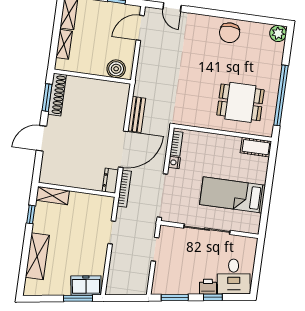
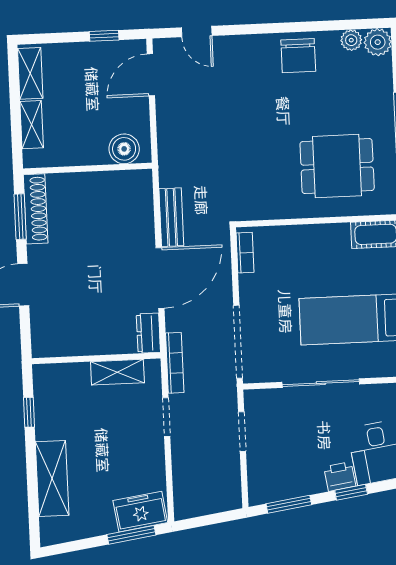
plant: (263, 29) -> (351, 40), added
nightstand: (174, 163) -> (247, 284), removed
bookcase: (124, 189) -> (175, 363), moved
shelving: (53, 196) -> (117, 372), moved

